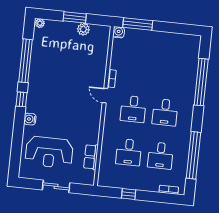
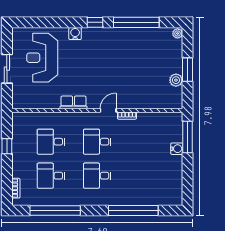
water cooler: (119, 32) -> (177, 149), moved
row of seats: (91, 157) -> (74, 102), moved

